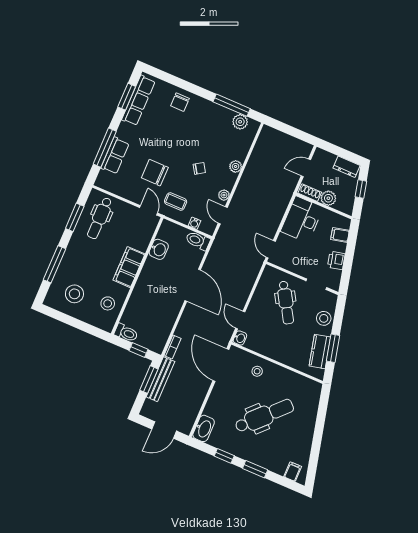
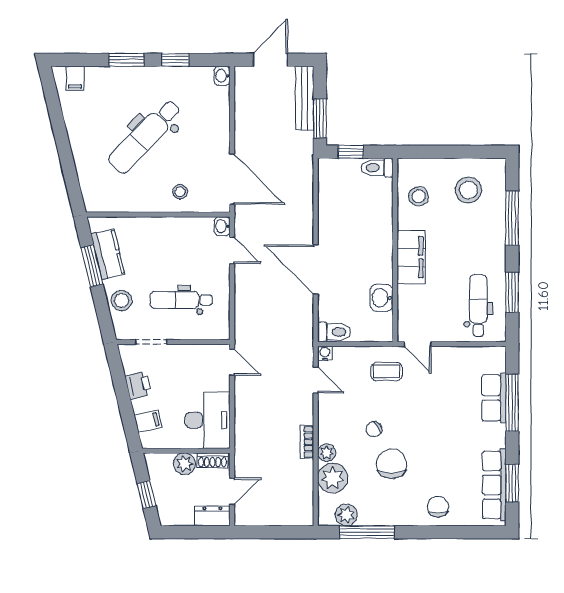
dresser: (347, 167) -> (212, 516), moved
chair: (155, 173) -> (391, 464), moved, turned -90
plant: (224, 195) -> (333, 478), moved, width x1.88, depth x1.88
water cooler: (194, 223) -> (325, 353), moved
dental chair: (286, 303) -> (181, 300), turned -59
bookcase: (173, 347) -> (307, 442), moved
bench: (160, 379) -> (305, 98), moved
washbasin: (204, 428) -> (222, 76), width x0.52, depth x0.69

